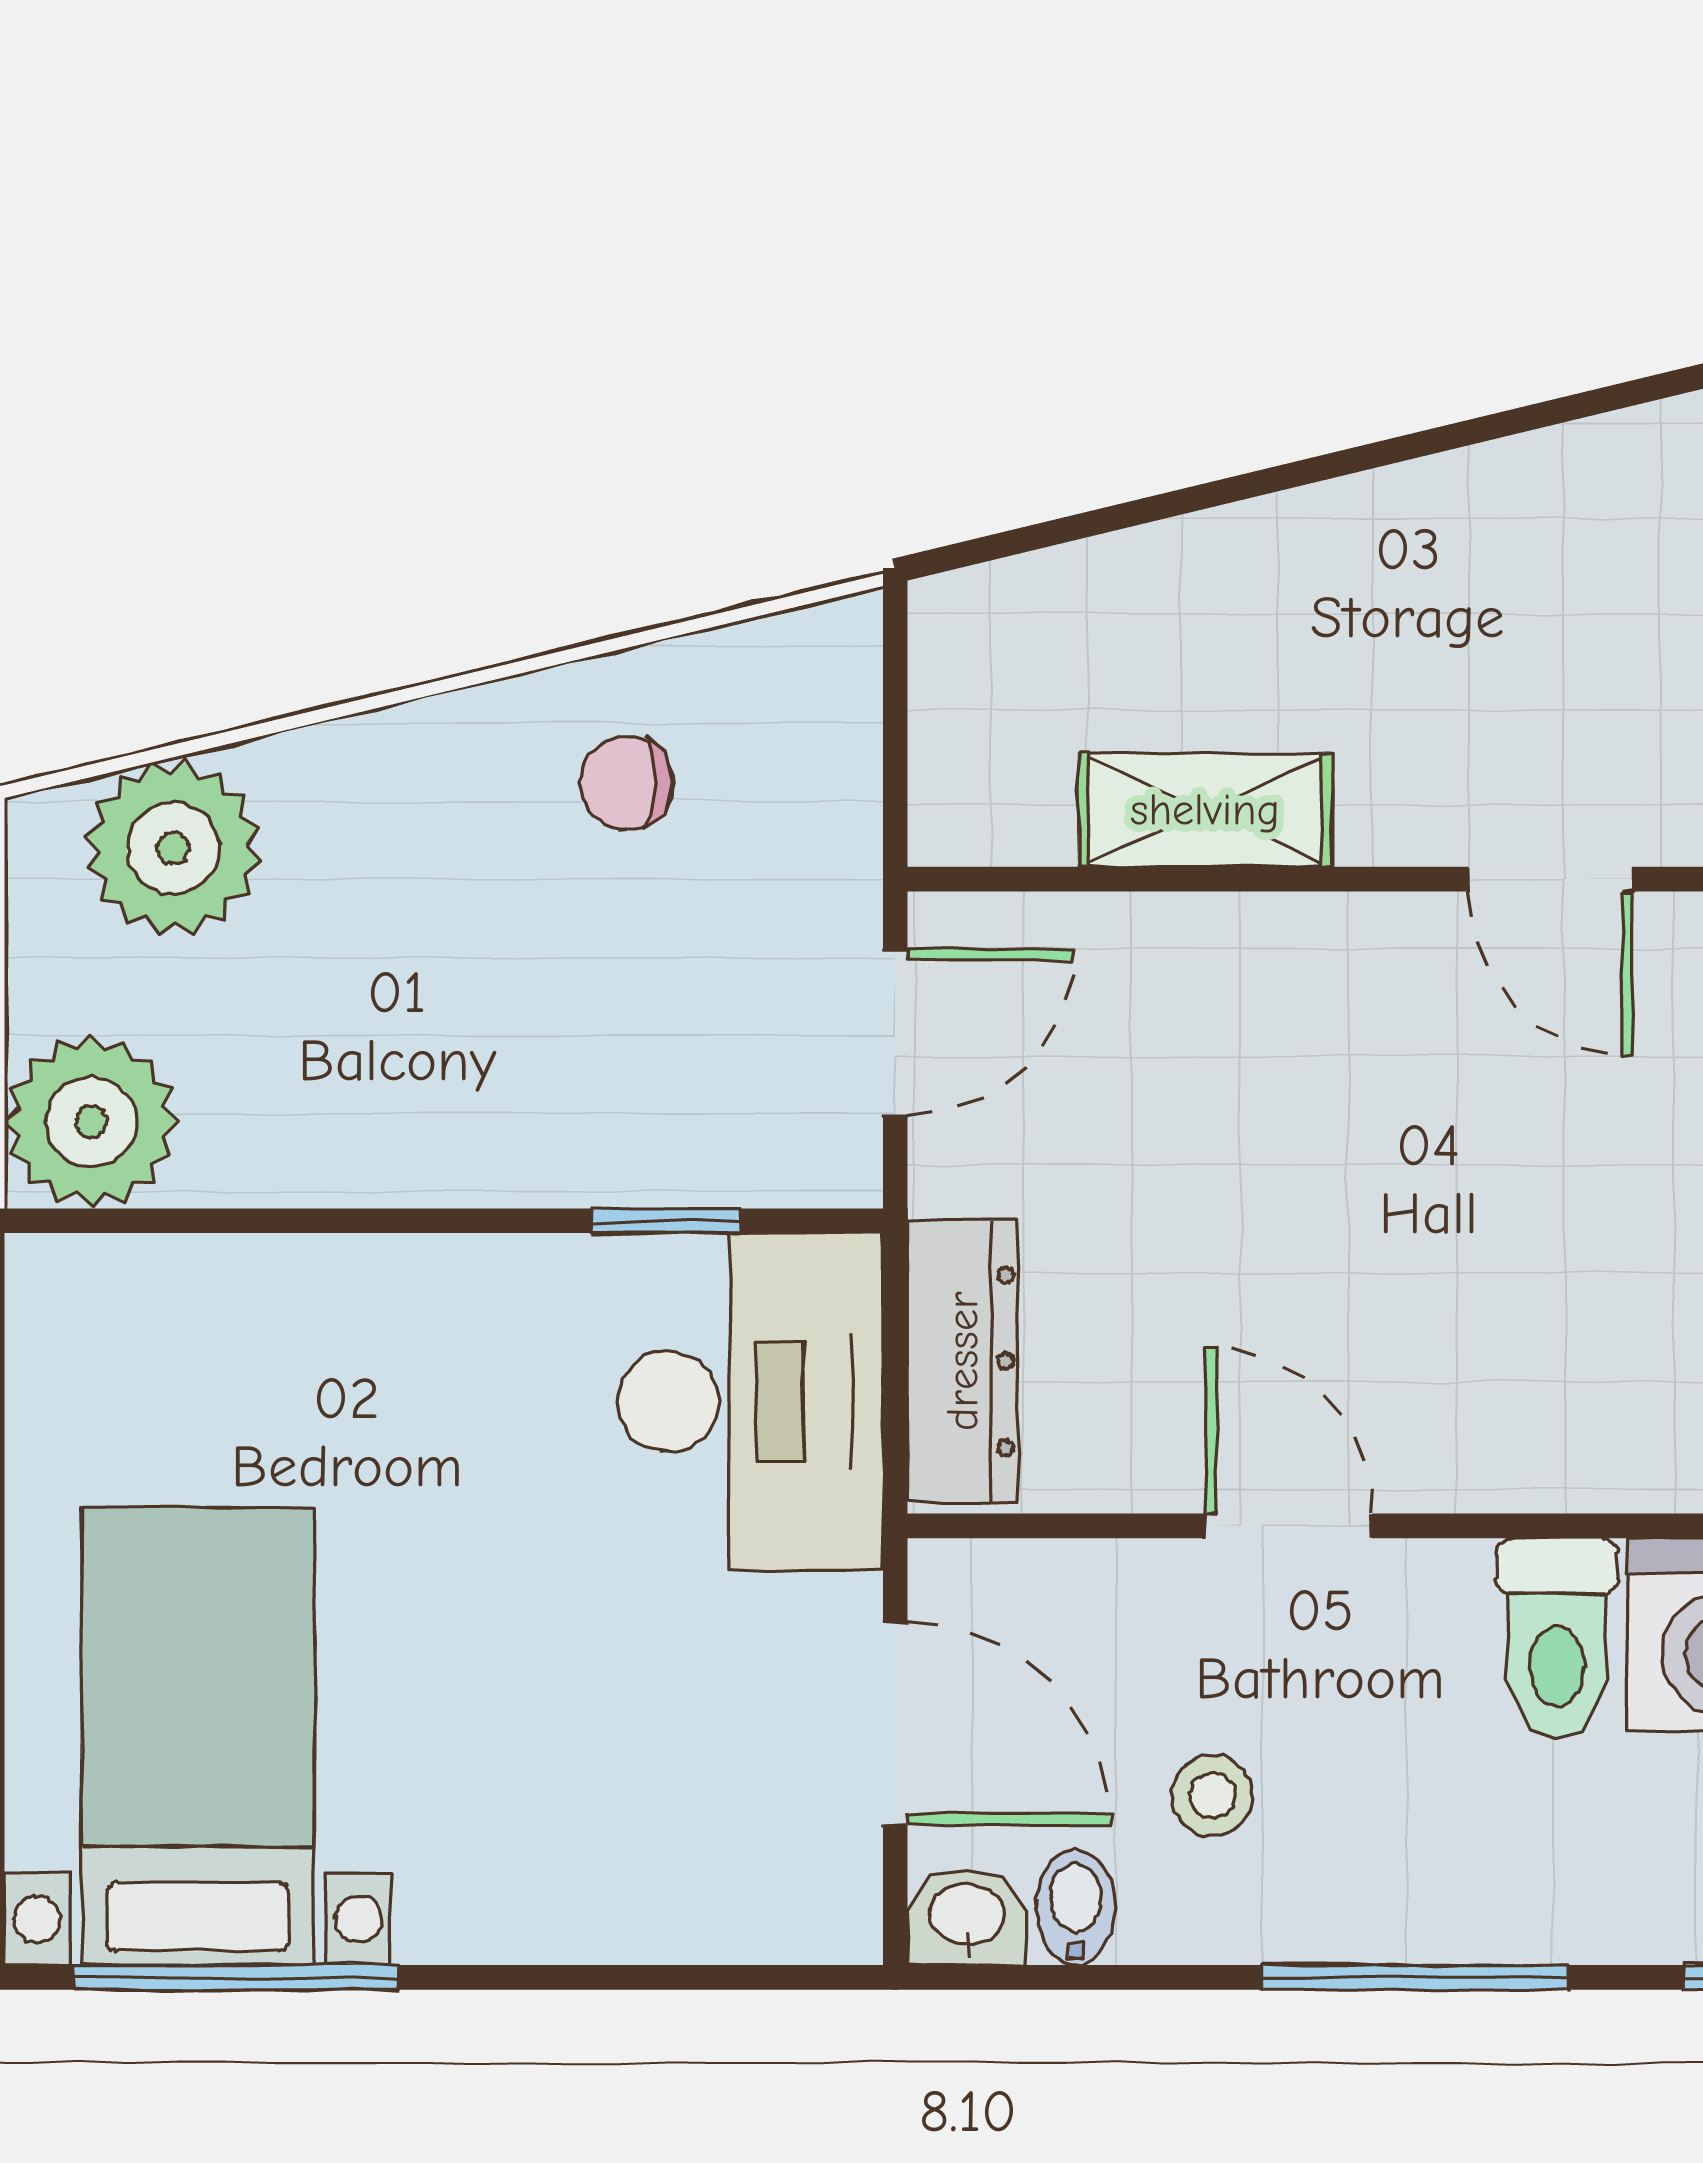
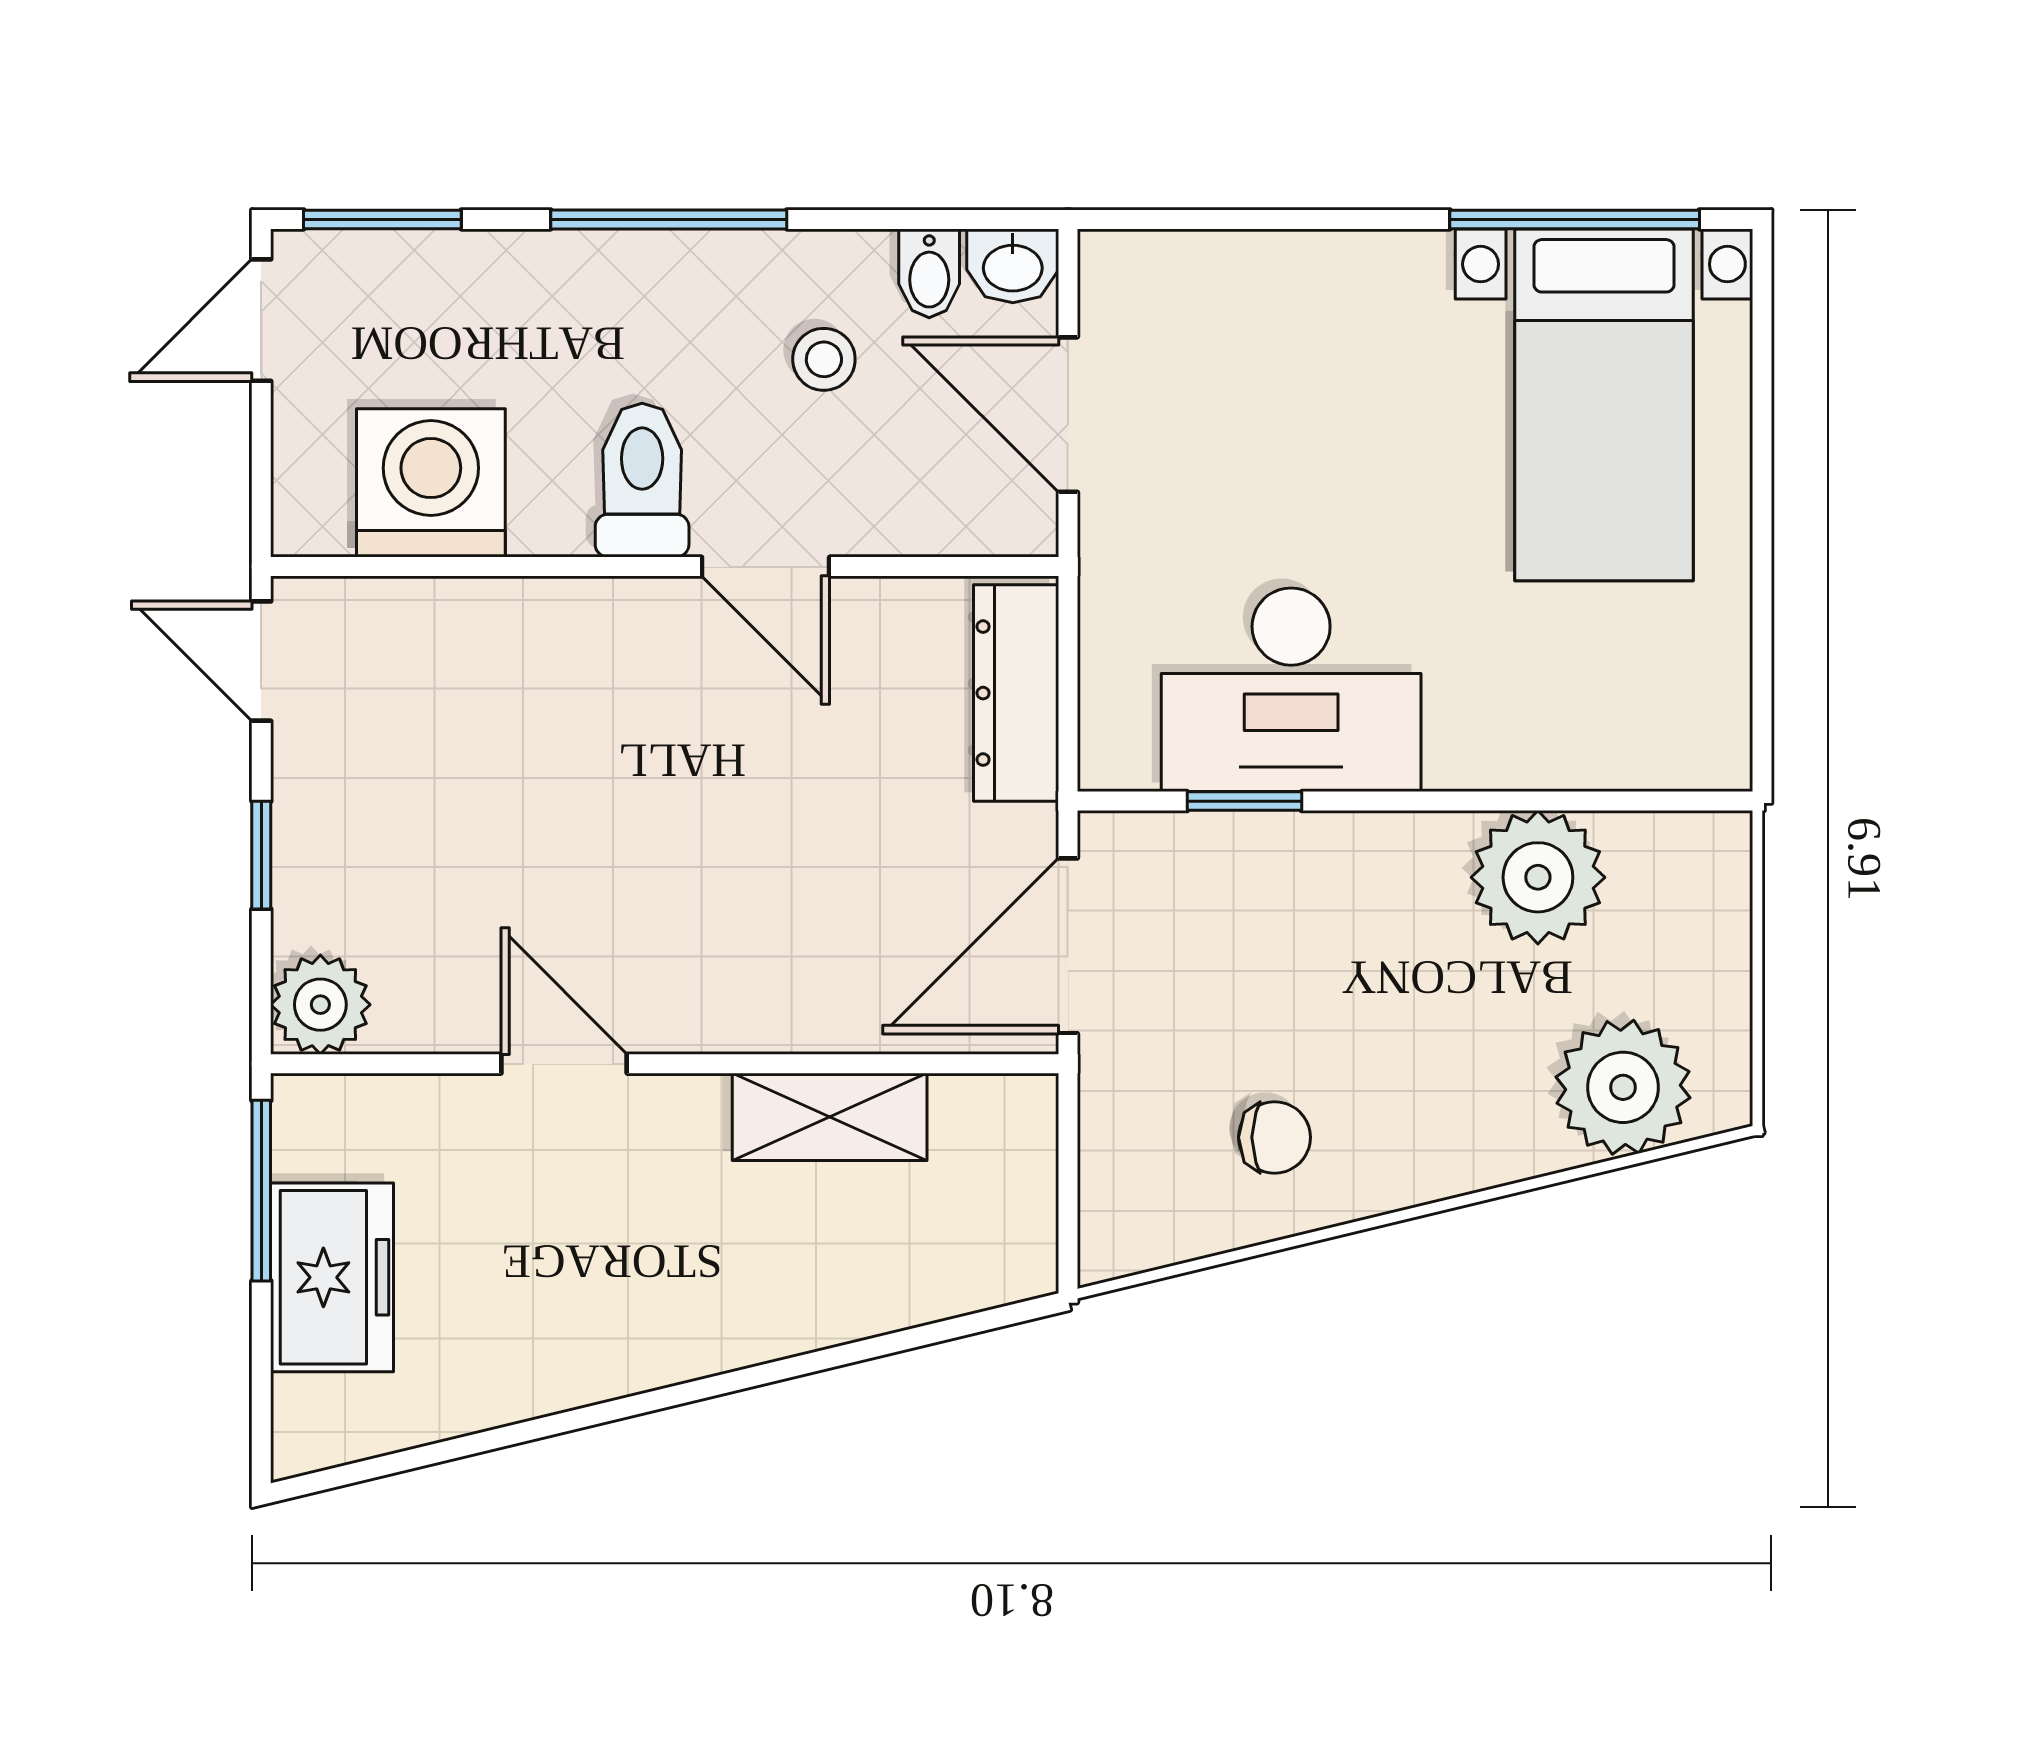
door: (895, 1032) -> (1068, 946), width x1.38
plant: (91, 1122) -> (1538, 877), moved
desk: (750, 1402) -> (1291, 690), moved, turned -90
toilet: (1557, 1638) -> (642, 480), moved

